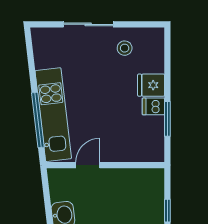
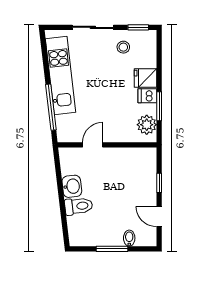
window: (142, 24) -> (138, 27), added
kitchen unit: (53, 115) -> (61, 75), moved
plant: (153, 141) -> (147, 125), added

